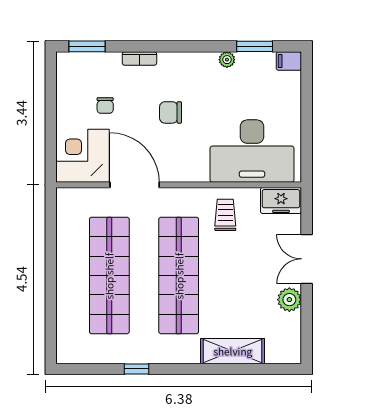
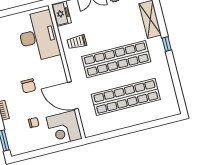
door: (135, 185) -> (73, 96), hinge flipped
window: (137, 369) -> (167, 44), moved

